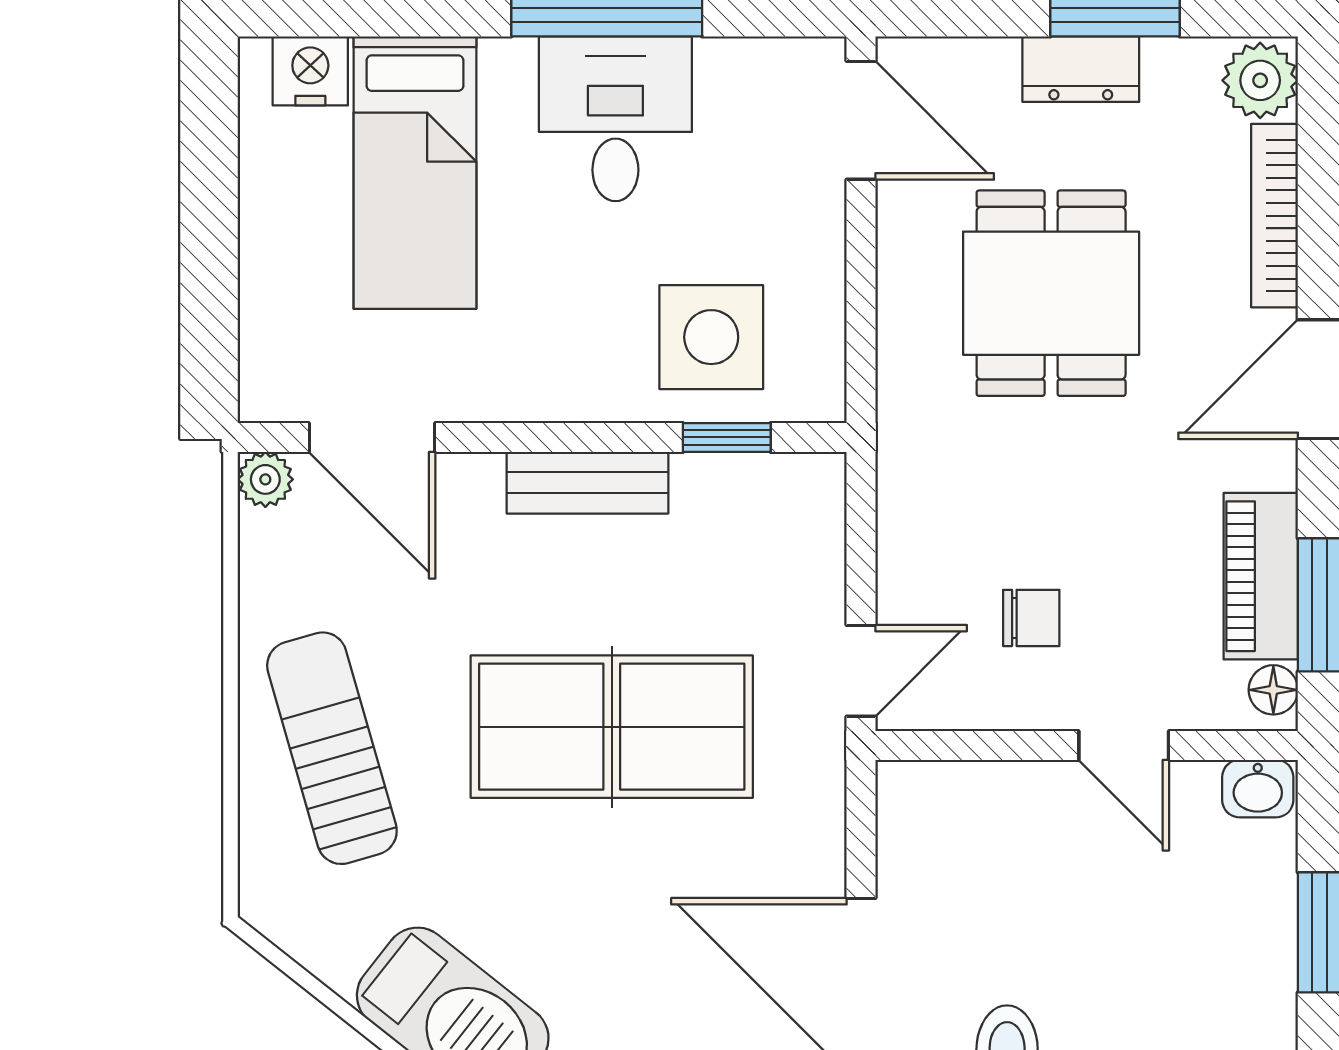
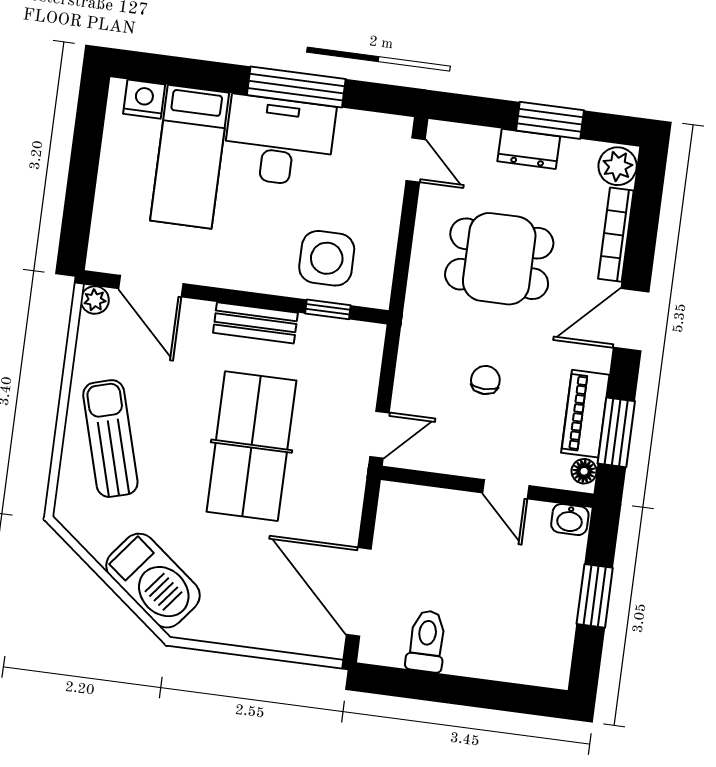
desk: (615, 119) -> (279, 141), width x1.37
door: (861, 120) -> (416, 160), width x0.73
dining table: (1051, 293) -> (499, 259), turned 90
chair: (1031, 618) -> (485, 380), moved, turned -90
table tennis table: (612, 727) -> (251, 446), turned 90

